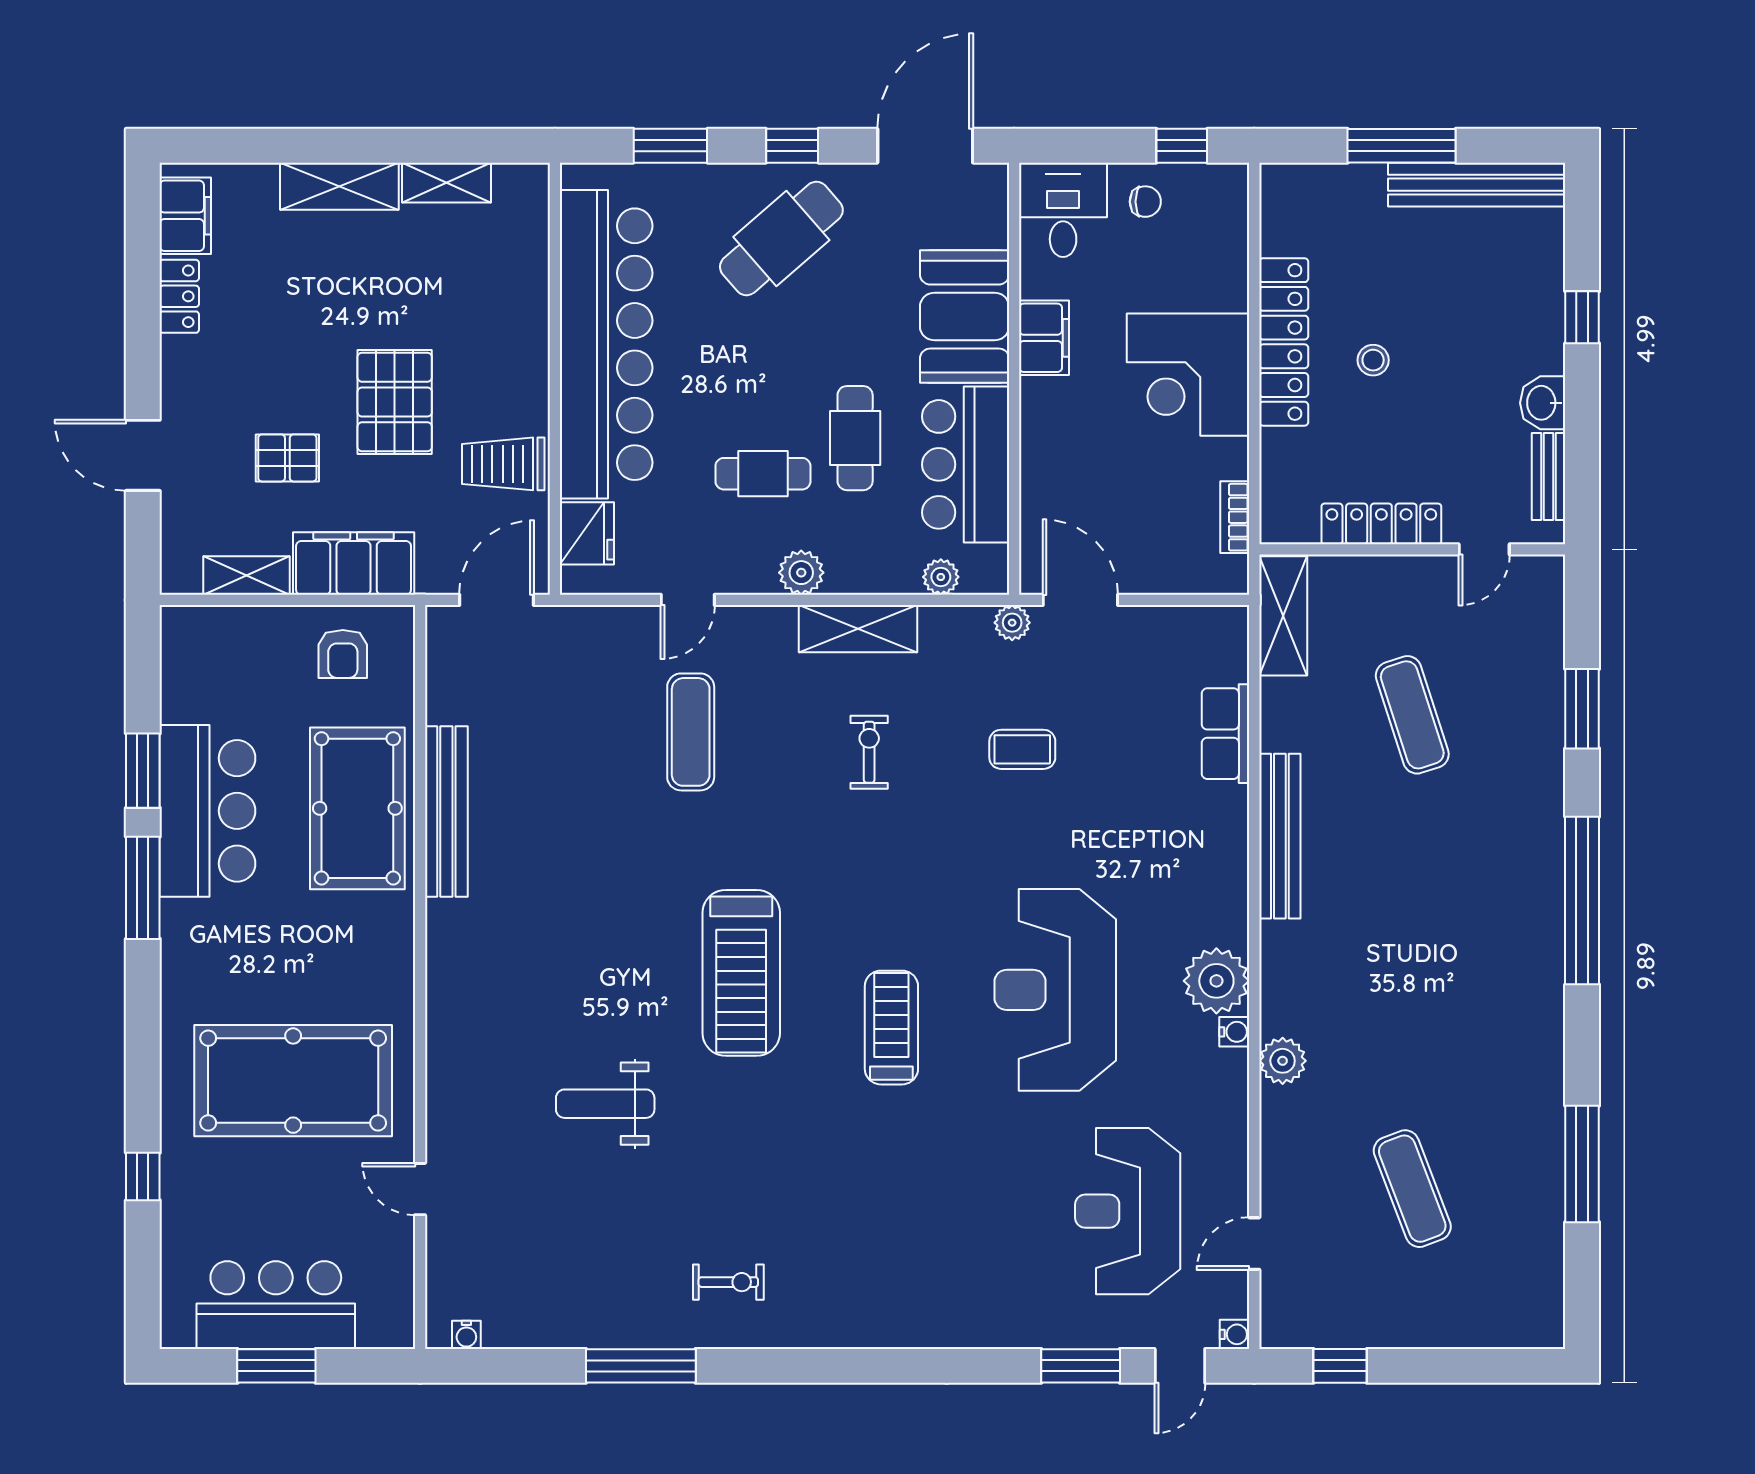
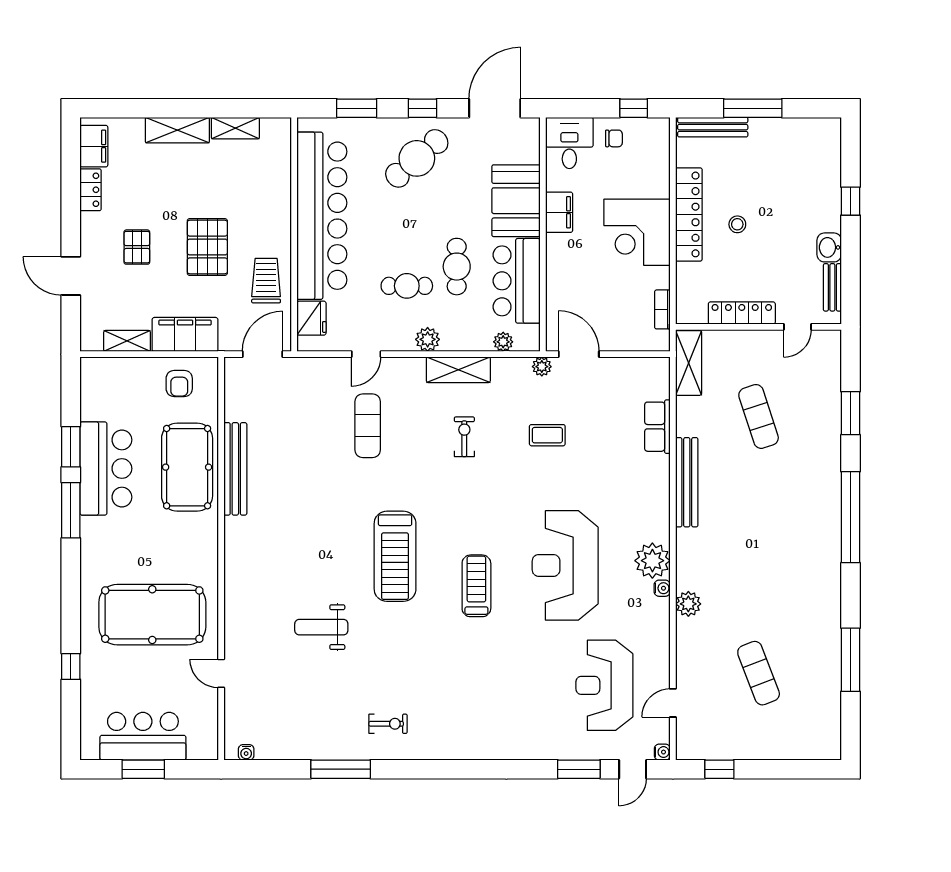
bench: (1477, 185) -> (713, 127), moved, width x0.73, depth x0.82
pallet: (287, 458) -> (137, 247), moved, turned 90
trolley: (503, 464) -> (266, 281), turned 90

